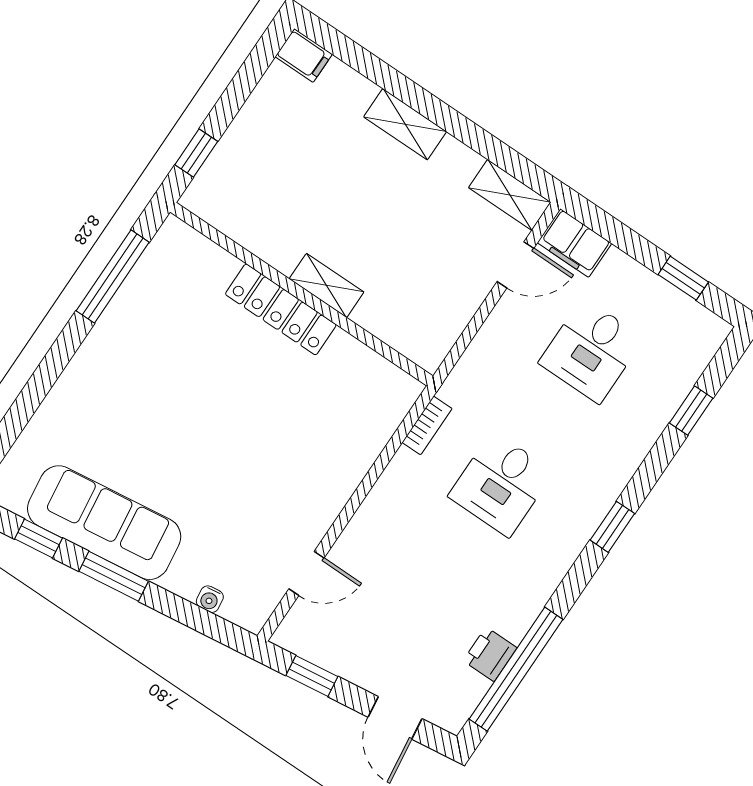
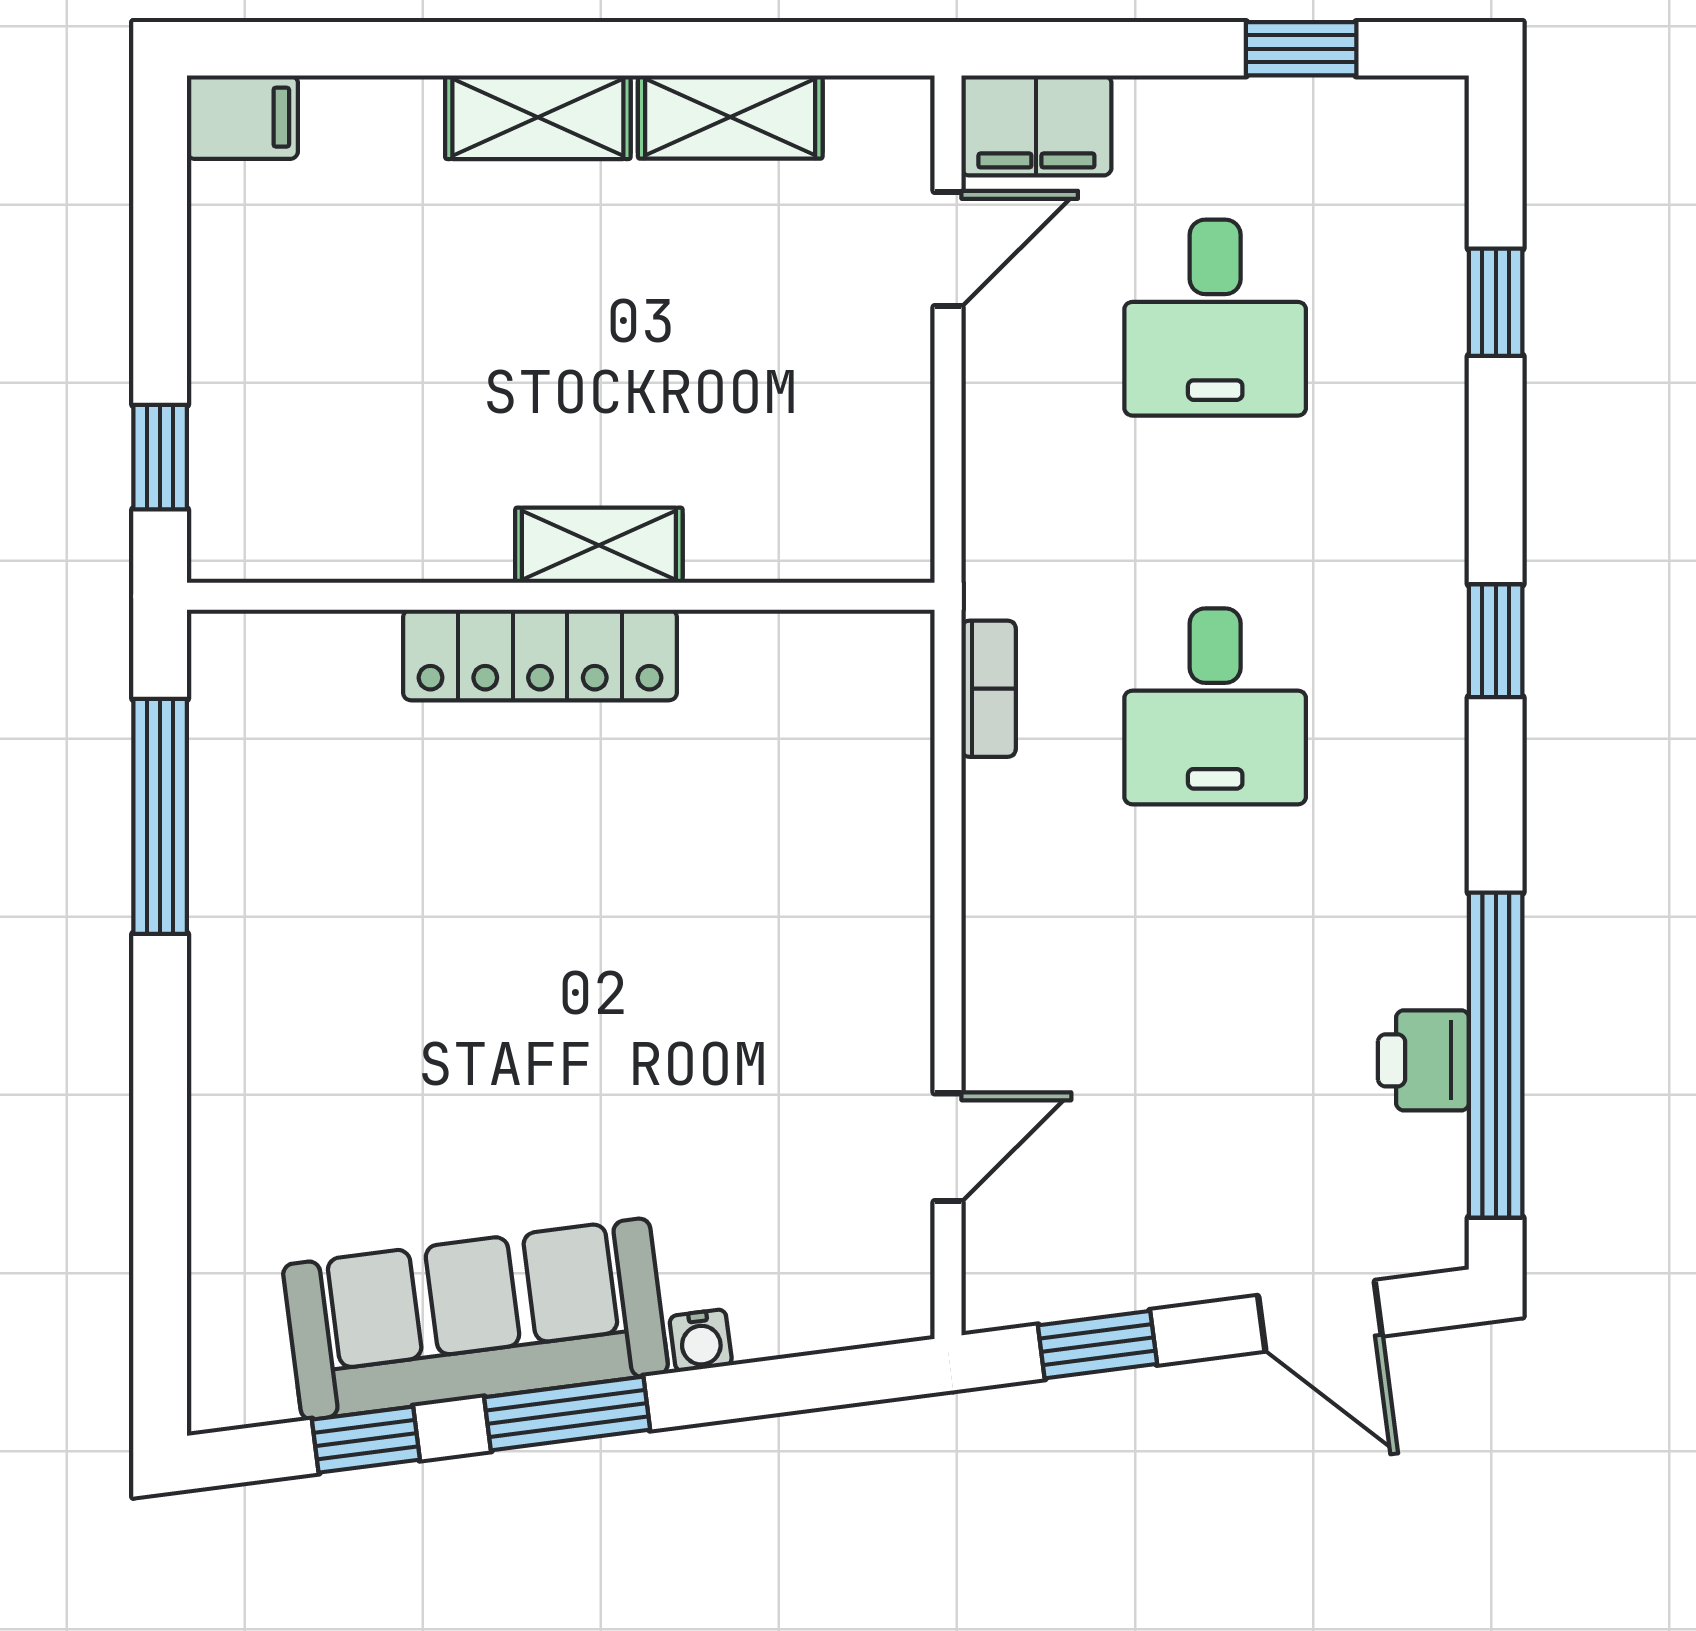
shelving: (510, 195) -> (730, 117), moved
water cooler: (210, 599) -> (701, 1341), moved

